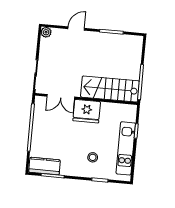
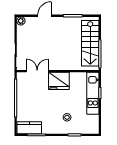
stairs: (110, 89) -> (90, 43), moved, turned -90
double door: (61, 97) -> (37, 71), swing flipped
kitchen unit: (126, 148) -> (93, 93), moved

